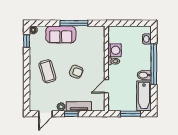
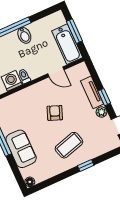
window: (27, 41) -> (86, 166), moved
bathtub: (144, 96) -> (67, 44), moved, turned 90

